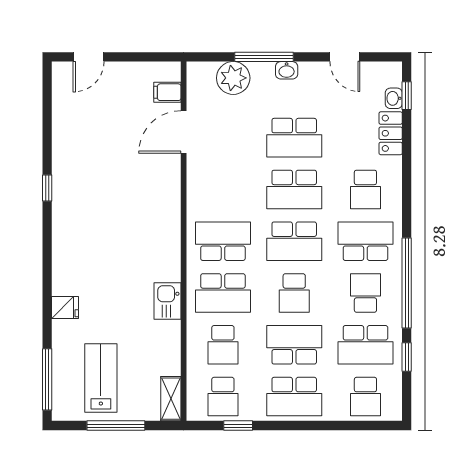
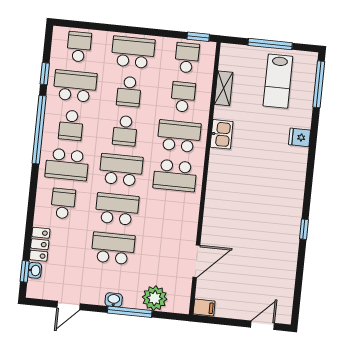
door: (345, 57) -> (68, 306), swing flipped
filing cabinet: (167, 92) -> (204, 308), moved
school desk: (294, 293) -> (125, 131), turned 180
school desk: (294, 345) -> (129, 91), width x0.54
shelving: (171, 399) -> (224, 88), moved
window: (238, 426) -> (198, 37), moved

